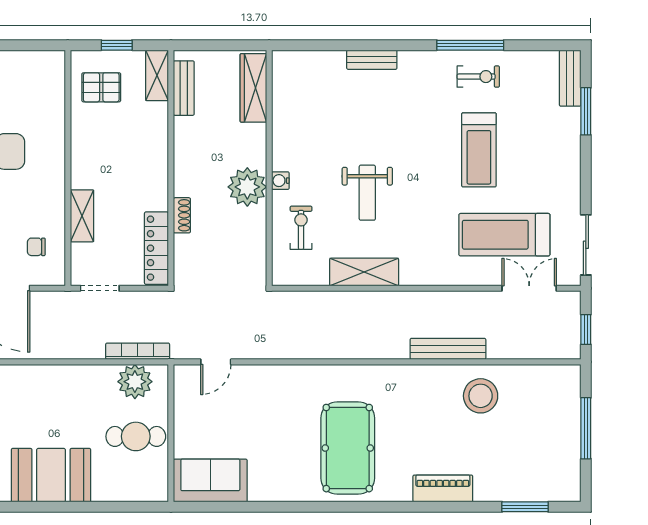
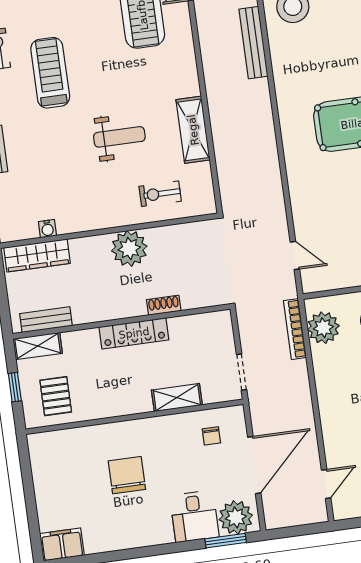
treadmill: (479, 150) -> (50, 73), moved, turned -90
water cooler: (280, 181) -> (47, 229), moved
locker: (156, 248) -> (134, 333), moved

